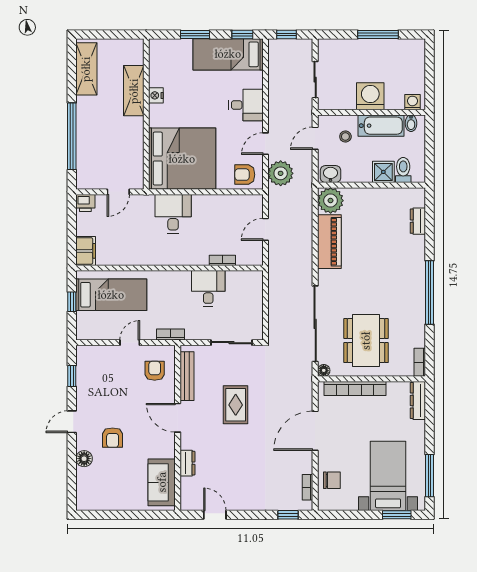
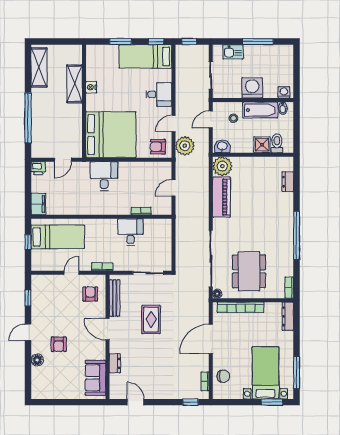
kitchen sink: (345, 48) -> (233, 52), added

